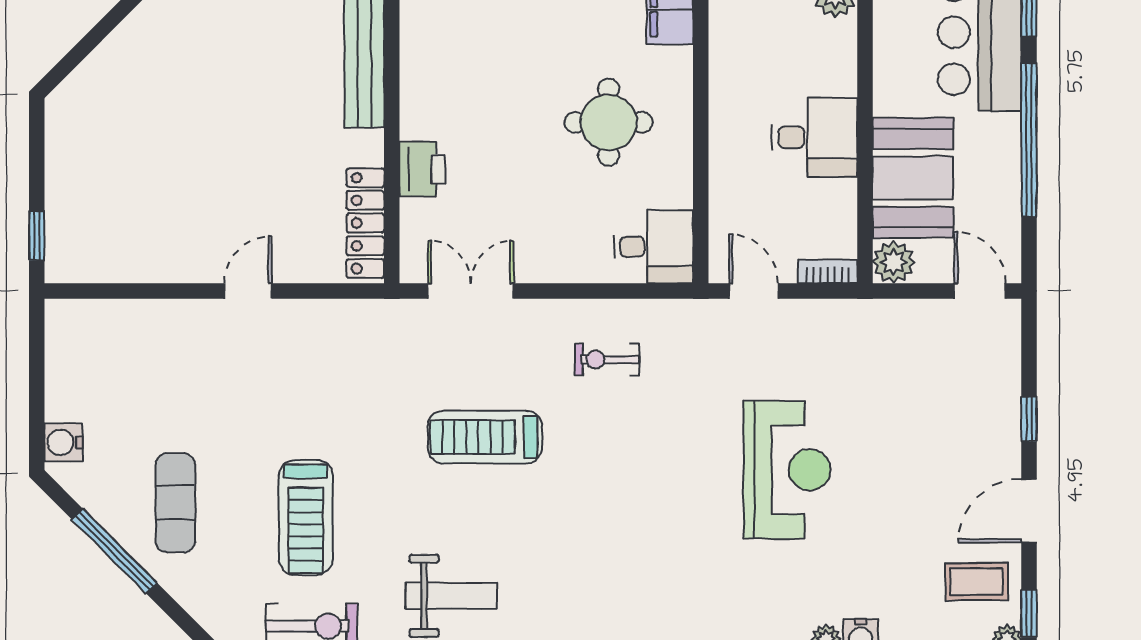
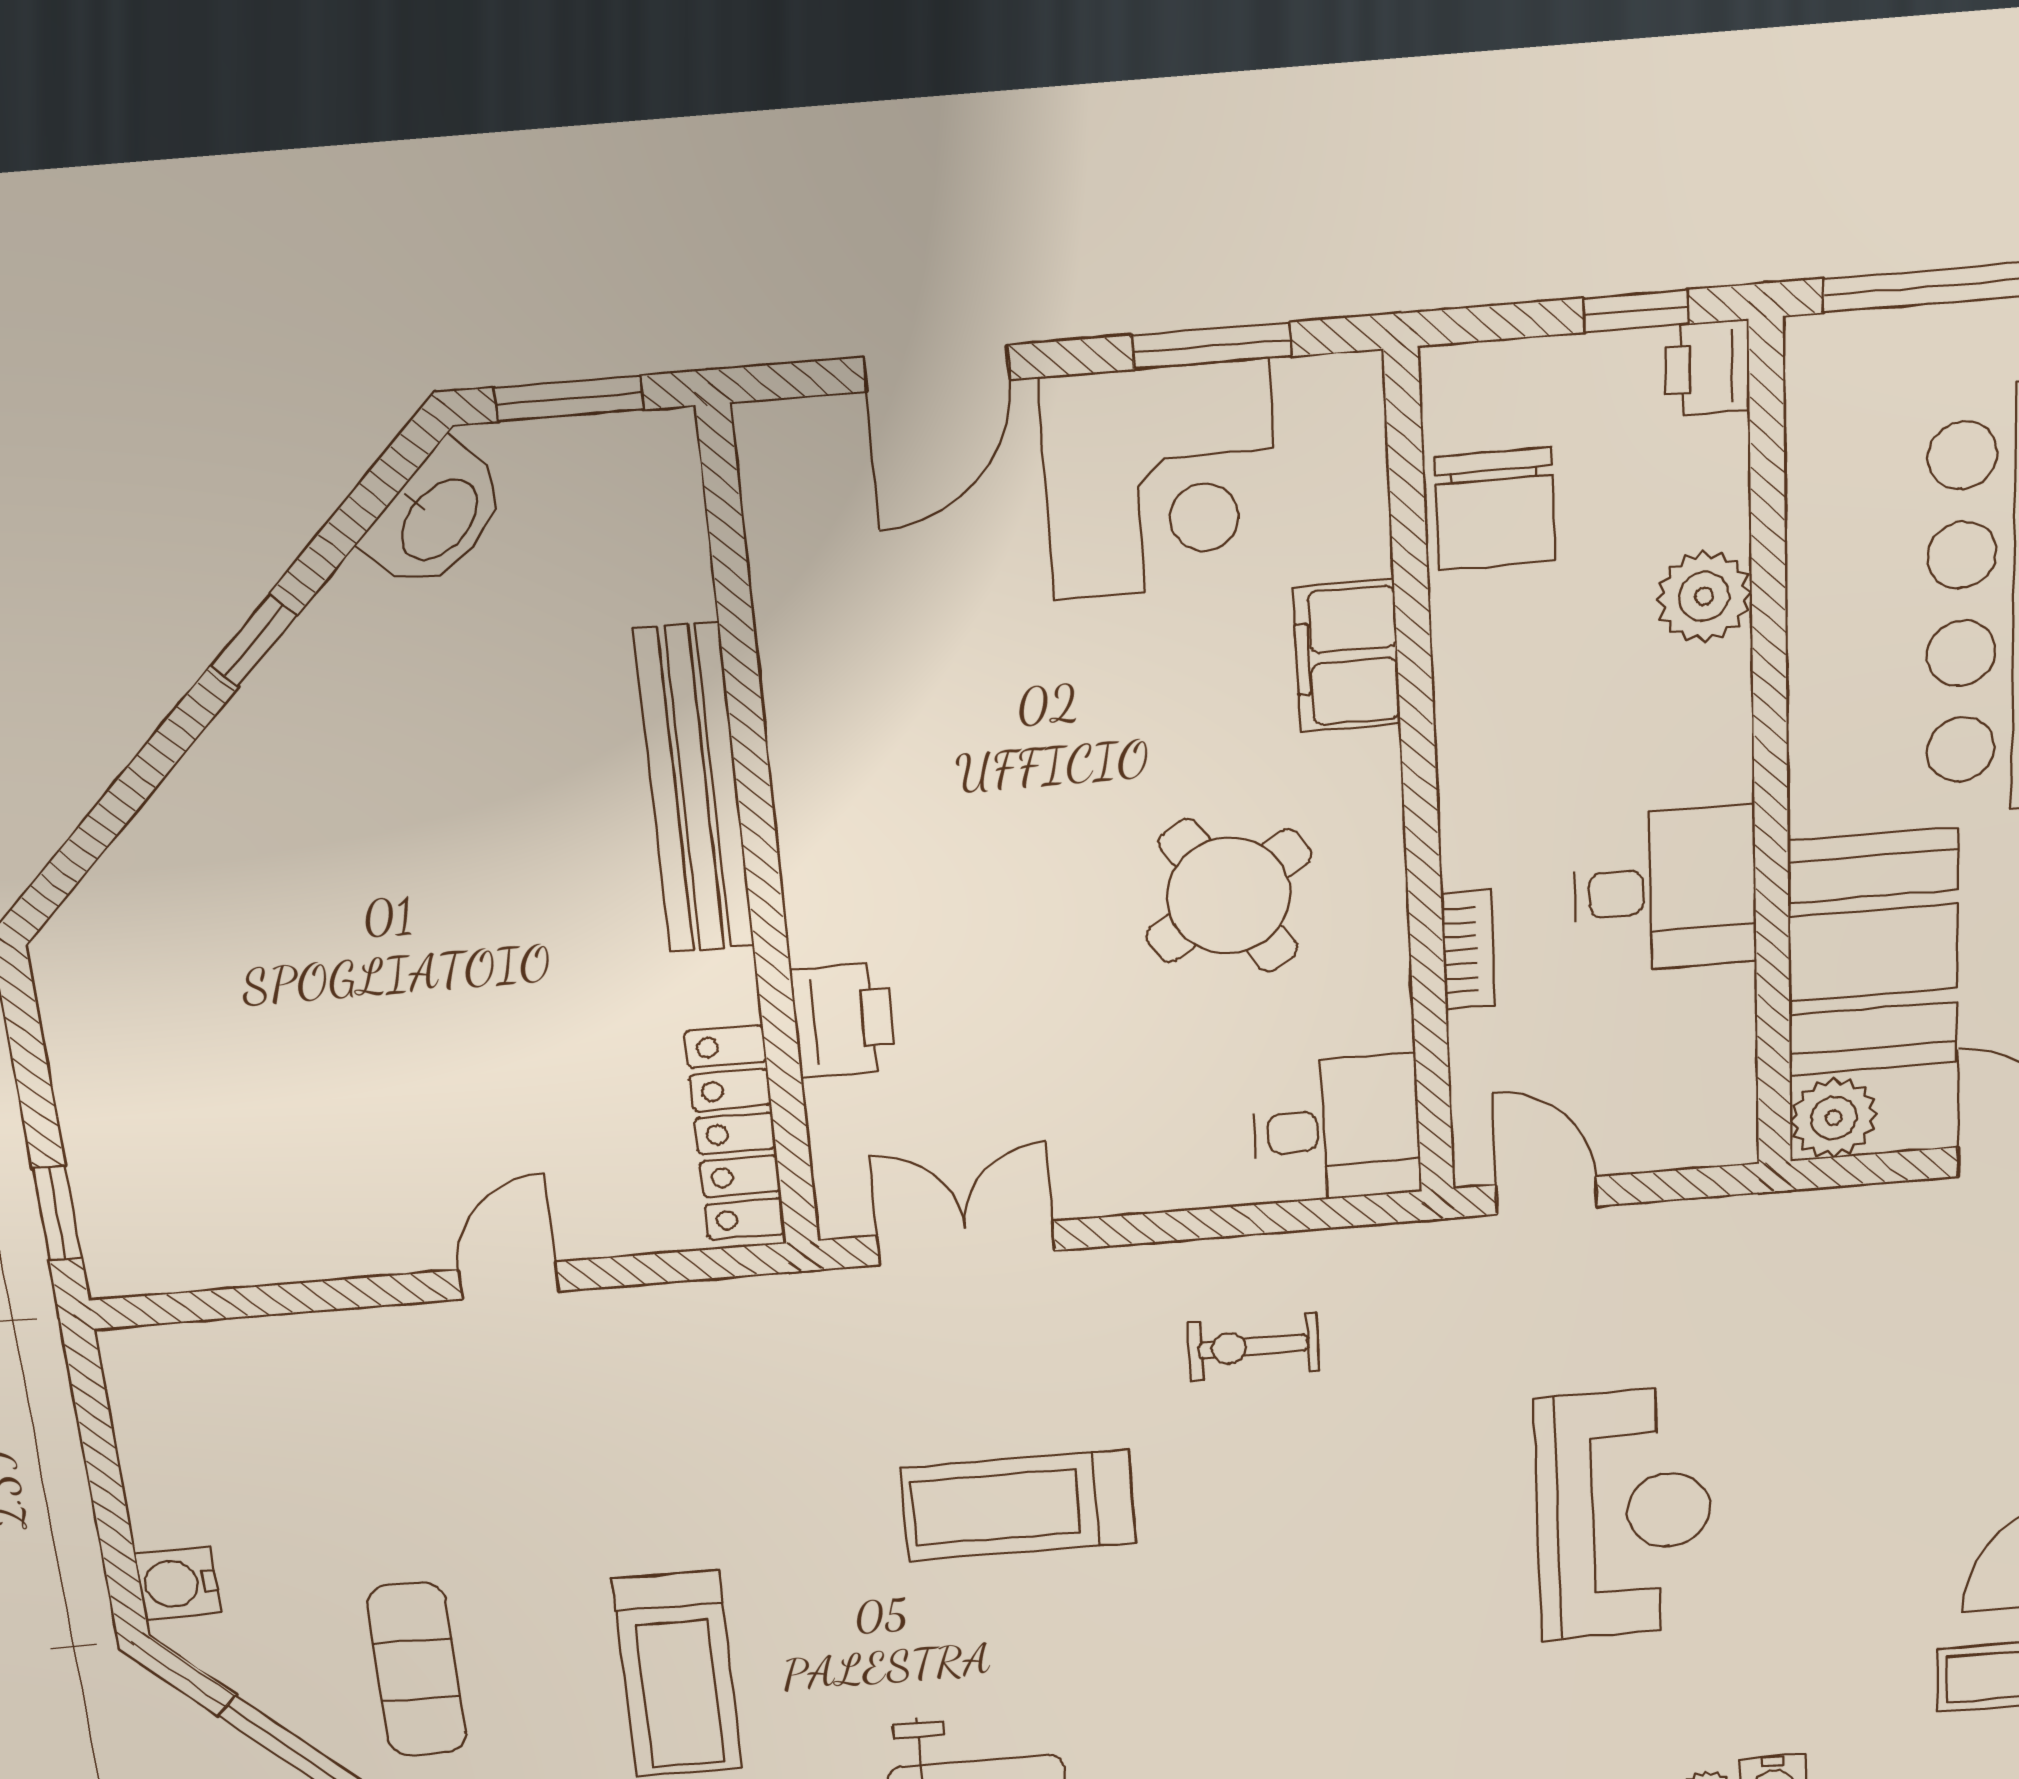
round table: (609, 122) -> (1228, 896), turned -34
bookcase: (828, 271) -> (1468, 950), moved, turned 90

